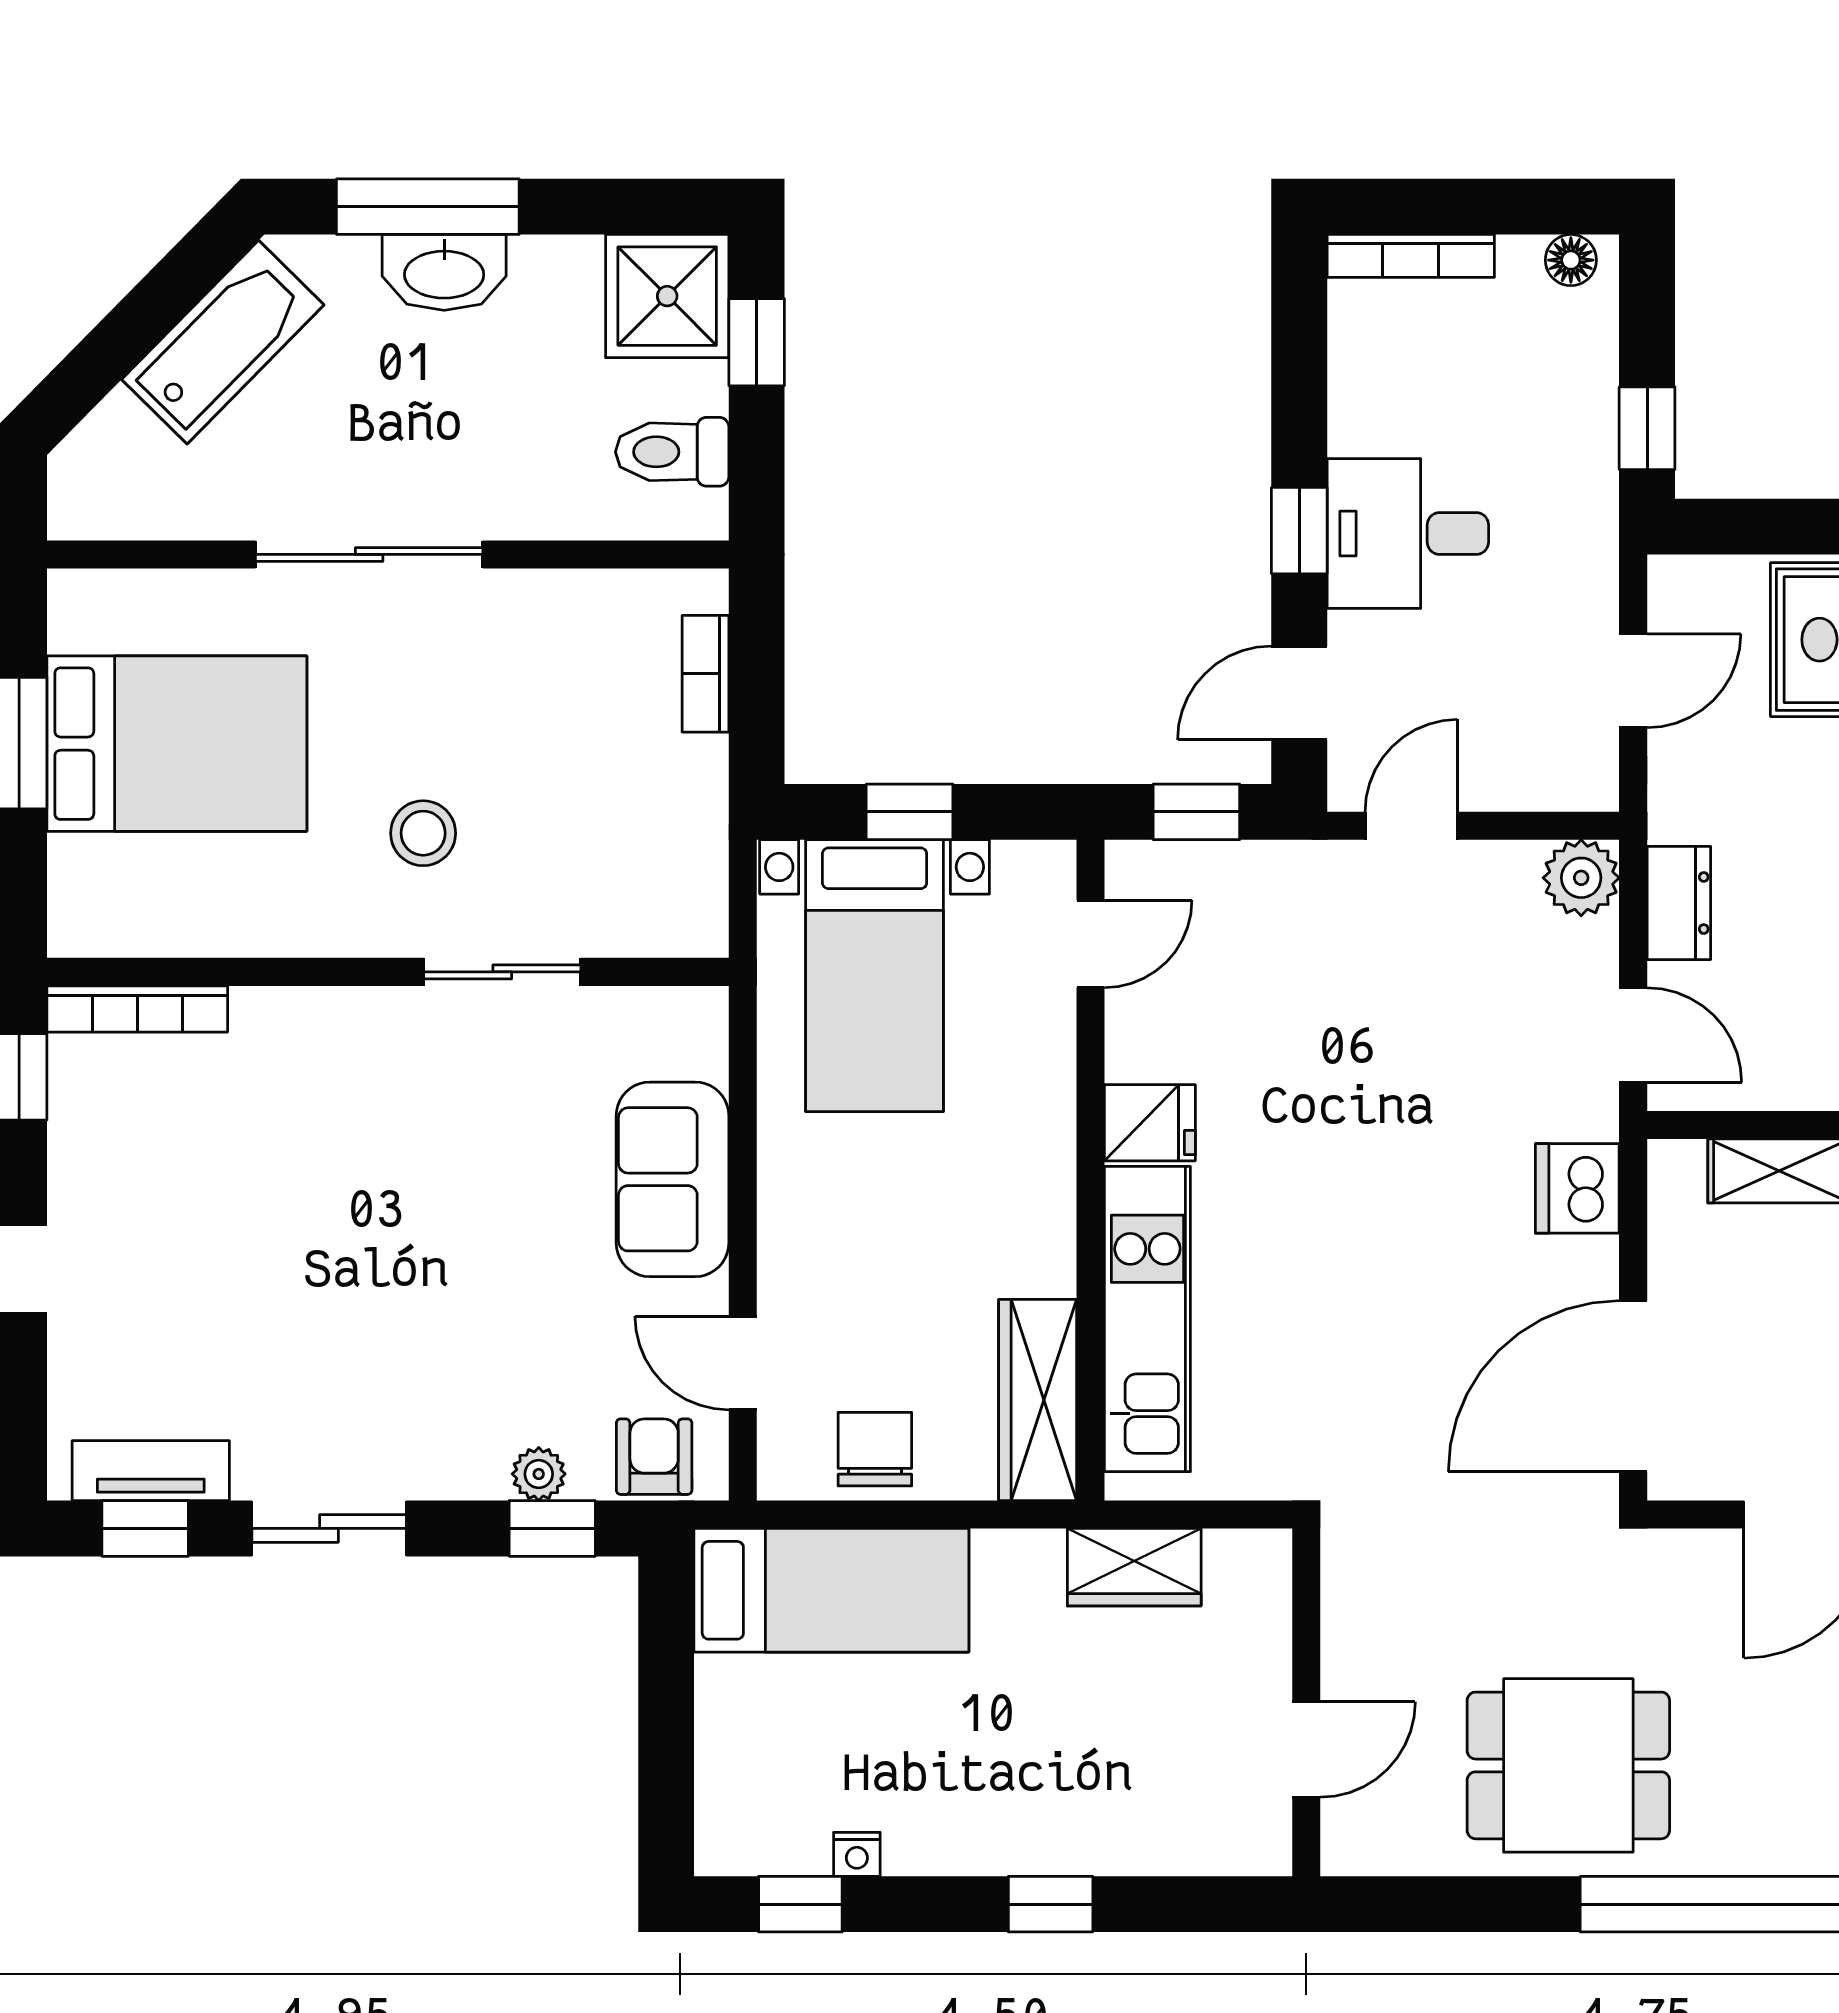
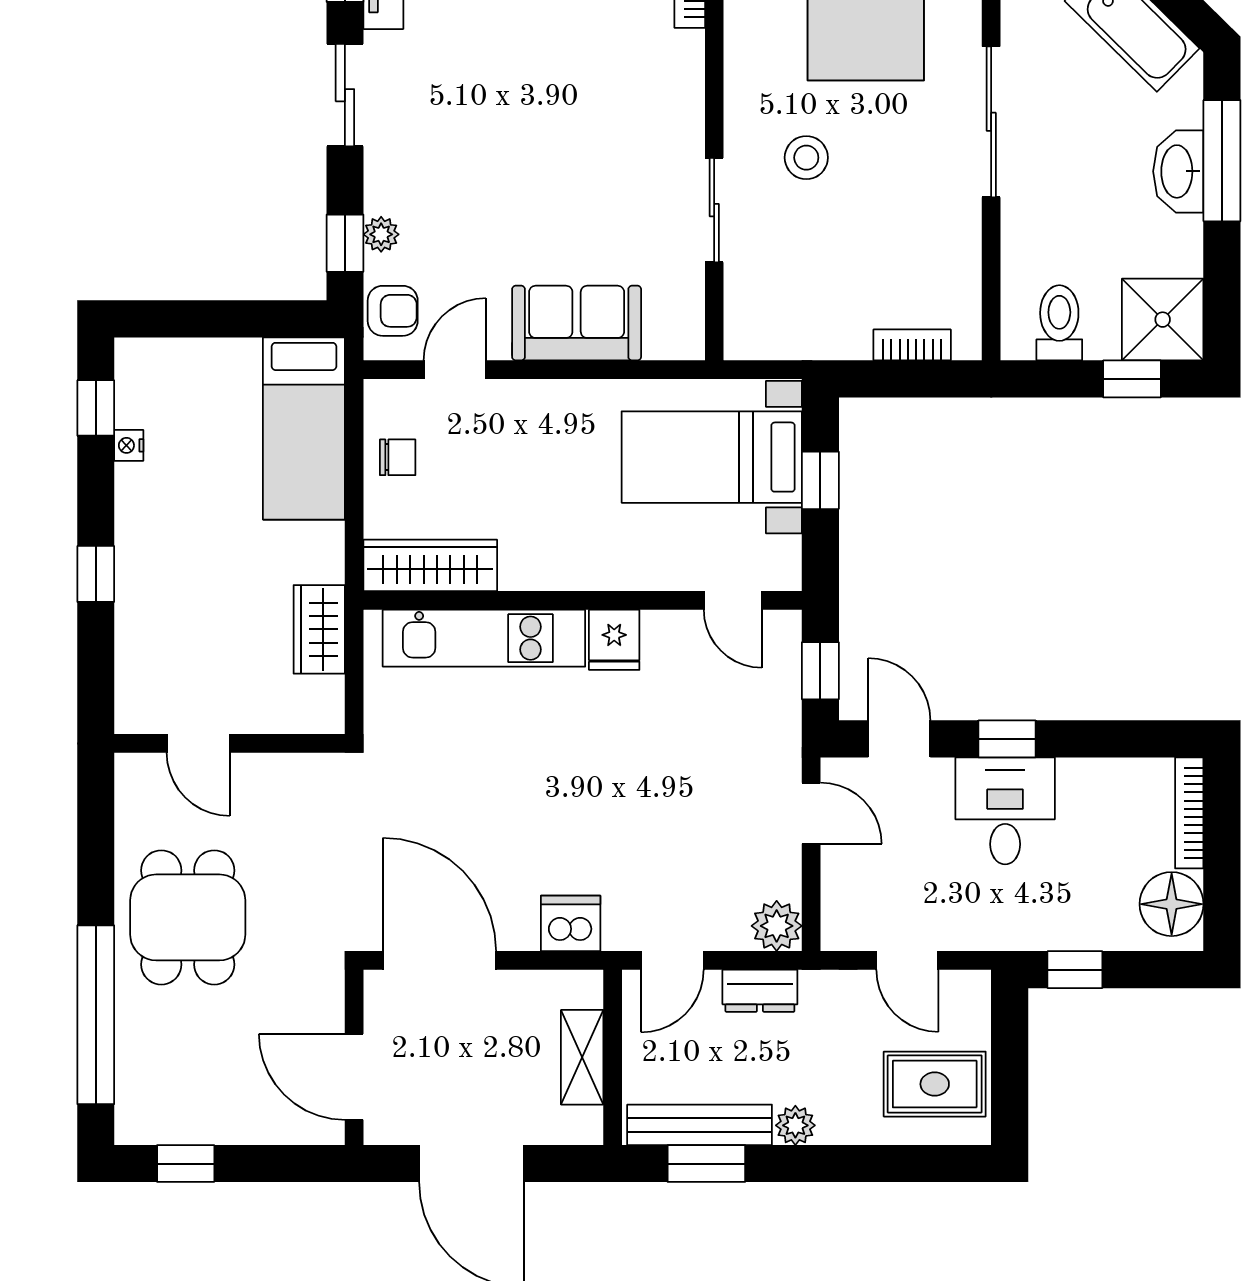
floor lamp: (1571, 260) -> (1172, 904), width x1.89, depth x1.89
chair: (875, 1449) -> (398, 457), width x0.73, depth x0.73

